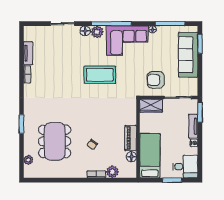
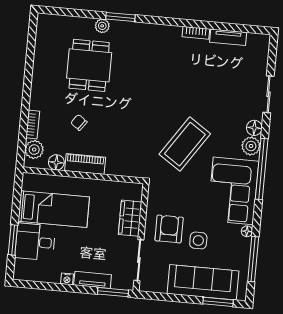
side table: (161, 60) -> (198, 240), added
coffee table: (100, 75) -> (185, 144), turned 34
piano: (131, 138) -> (85, 164), moved
wall: (138, 139) -> (83, 175), moved
dining table: (55, 141) -> (89, 65), width x0.73
floor lamp: (131, 157) -> (56, 162), moved
plant: (28, 160) -> (102, 26), moved
desk: (185, 167) -> (35, 242), moved, turned 90

